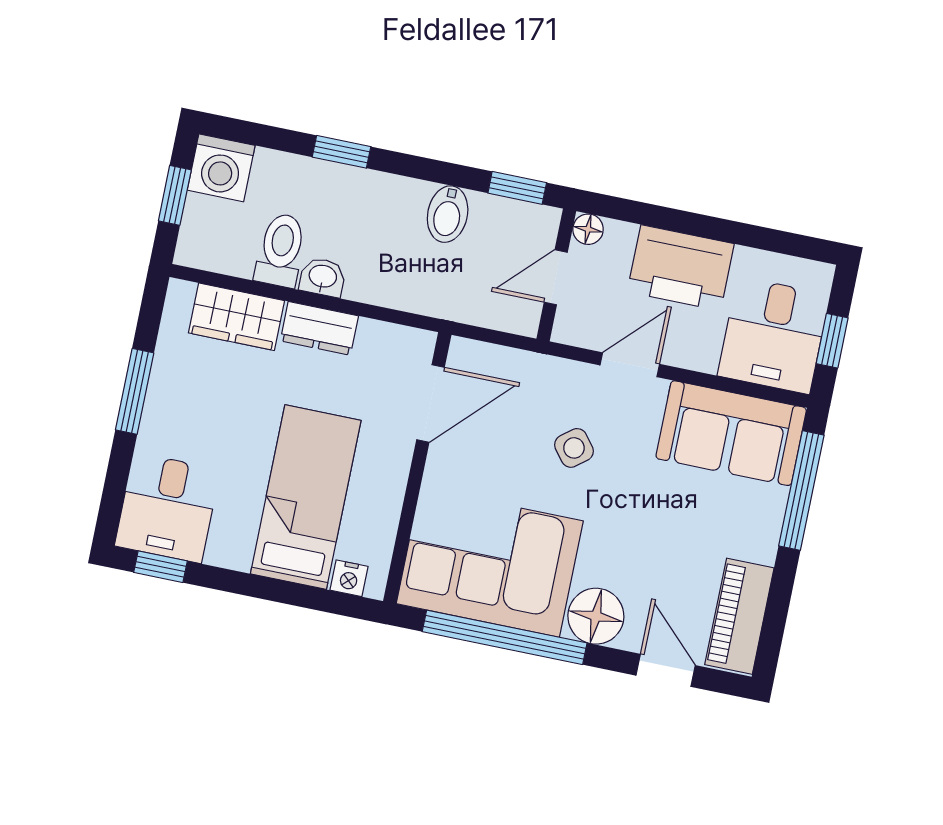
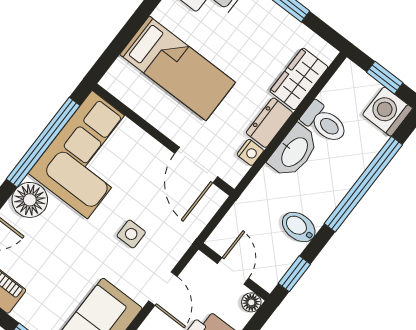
window: (342, 152) -> (363, 184), width x3.17
washbasin: (323, 277) -> (294, 152), width x1.91, depth x1.45
side table: (574, 448) -> (131, 234), turned 38
nightstand: (349, 578) -> (250, 152), moved, turned 180

